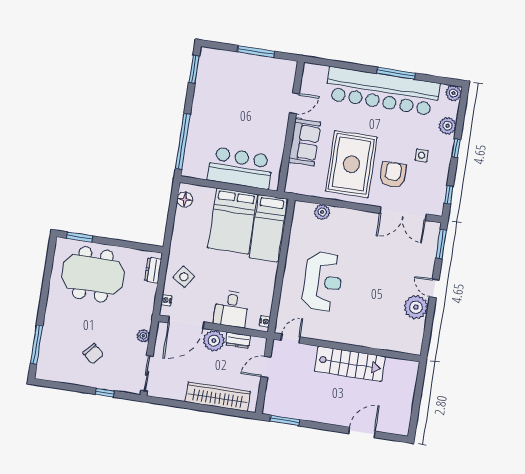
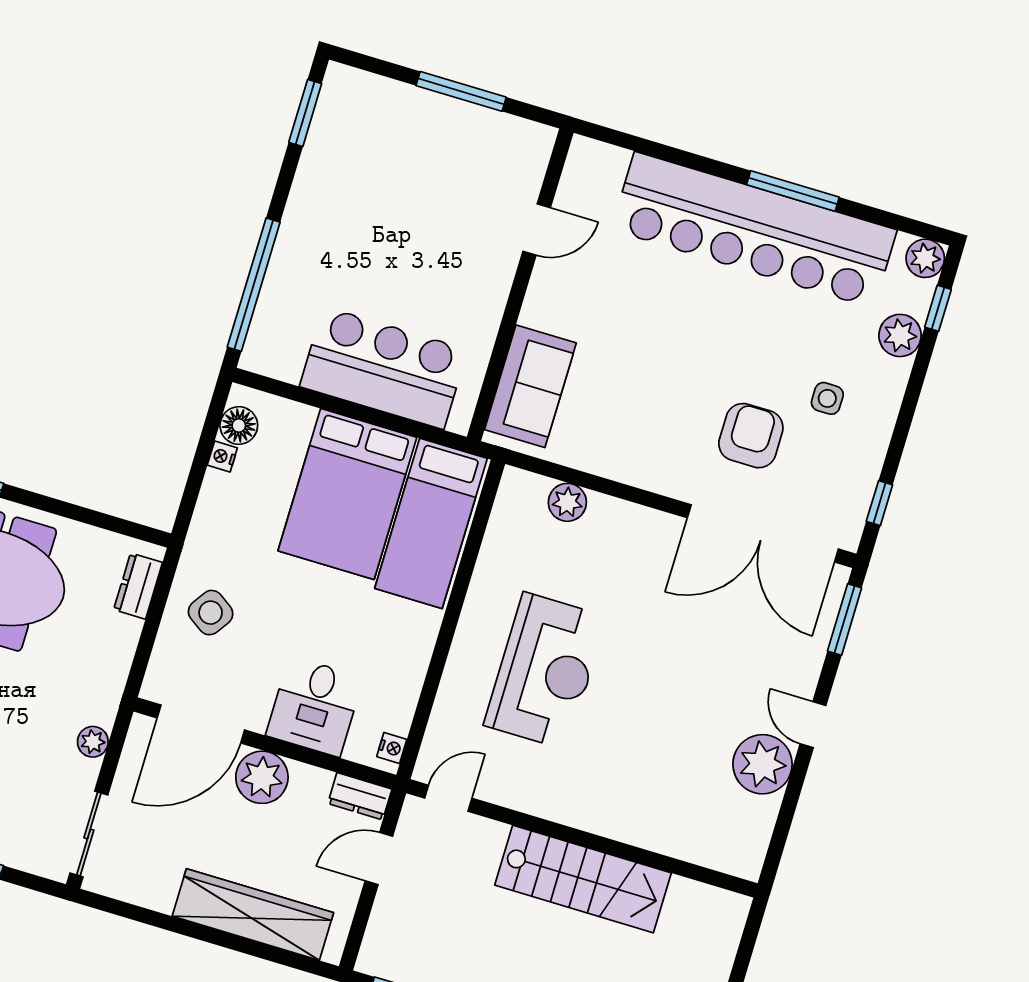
sofa: (305, 142) -> (530, 386), moved
window: (456, 148) -> (938, 308), moved
rug: (351, 164) -> (654, 396), removed
double door: (403, 214) -> (763, 533), width x1.36
nightstand: (166, 300) -> (222, 457), moved
dresser: (238, 340) -> (360, 796), moved

